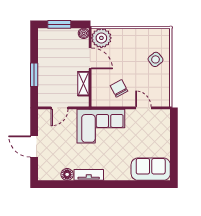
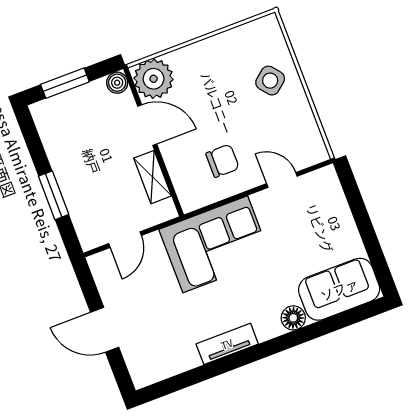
chair: (119, 88) -> (222, 161), turned 118
floor lamp: (67, 174) -> (293, 318), moved

